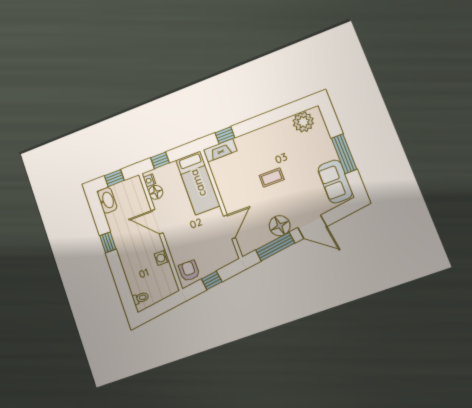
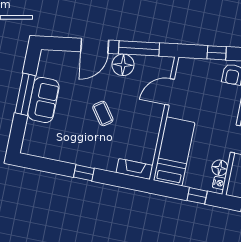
plant: (303, 122) -> (43, 146), removed
window: (225, 135) -> (84, 173), moved
coffee table: (272, 177) -> (103, 113), turned 54
sofa: (335, 182) -> (43, 100), moved
door: (312, 227) -> (95, 46), swing flipped

